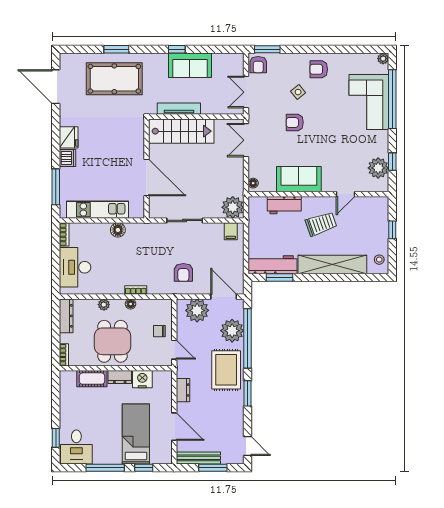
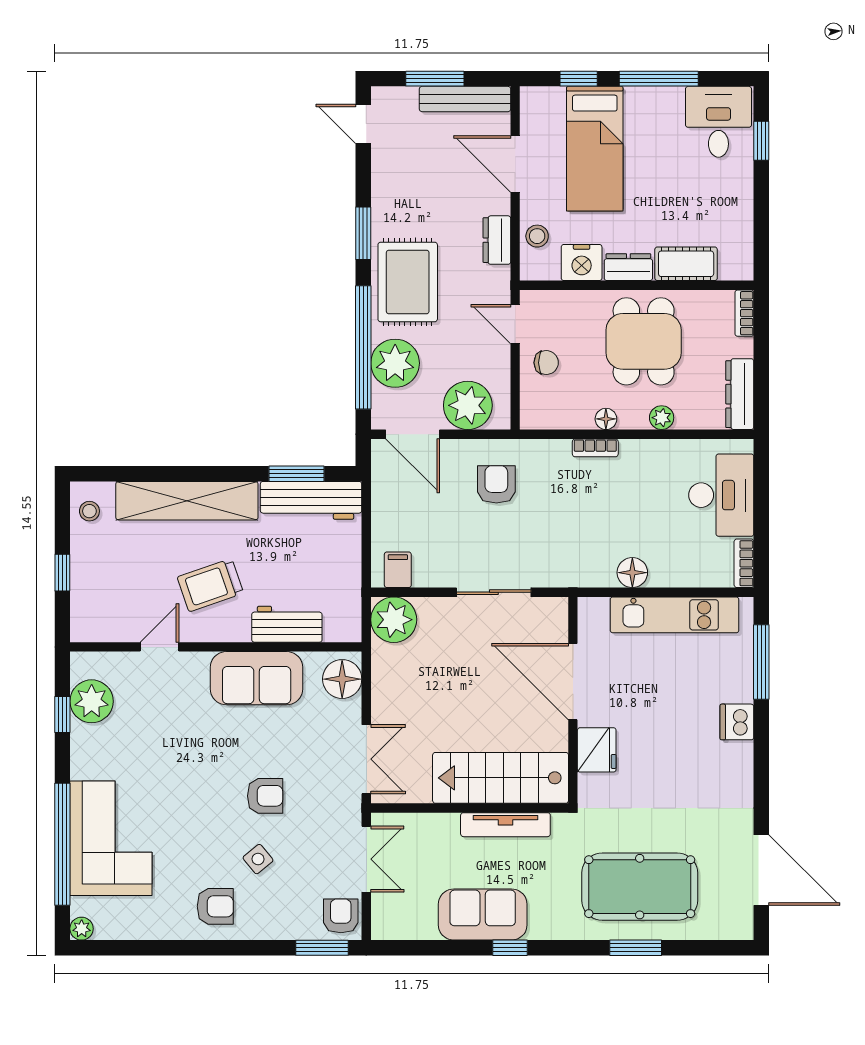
fridge: (69, 137) -> (597, 750), moved, turned 180
floor lamp: (253, 183) -> (342, 679), width x1.89, depth x1.89
stool: (164, 392) -> (537, 236), added

